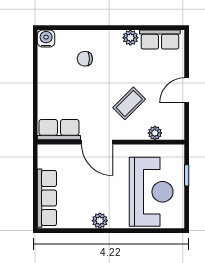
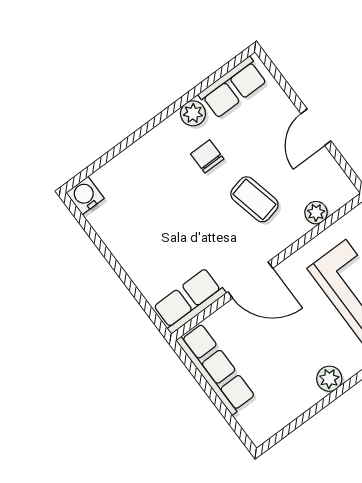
chair: (85, 59) -> (207, 156), moved, turned 90
coffee table: (129, 103) -> (254, 199), turned -58
row of seats: (47, 198) -> (216, 369), moved

